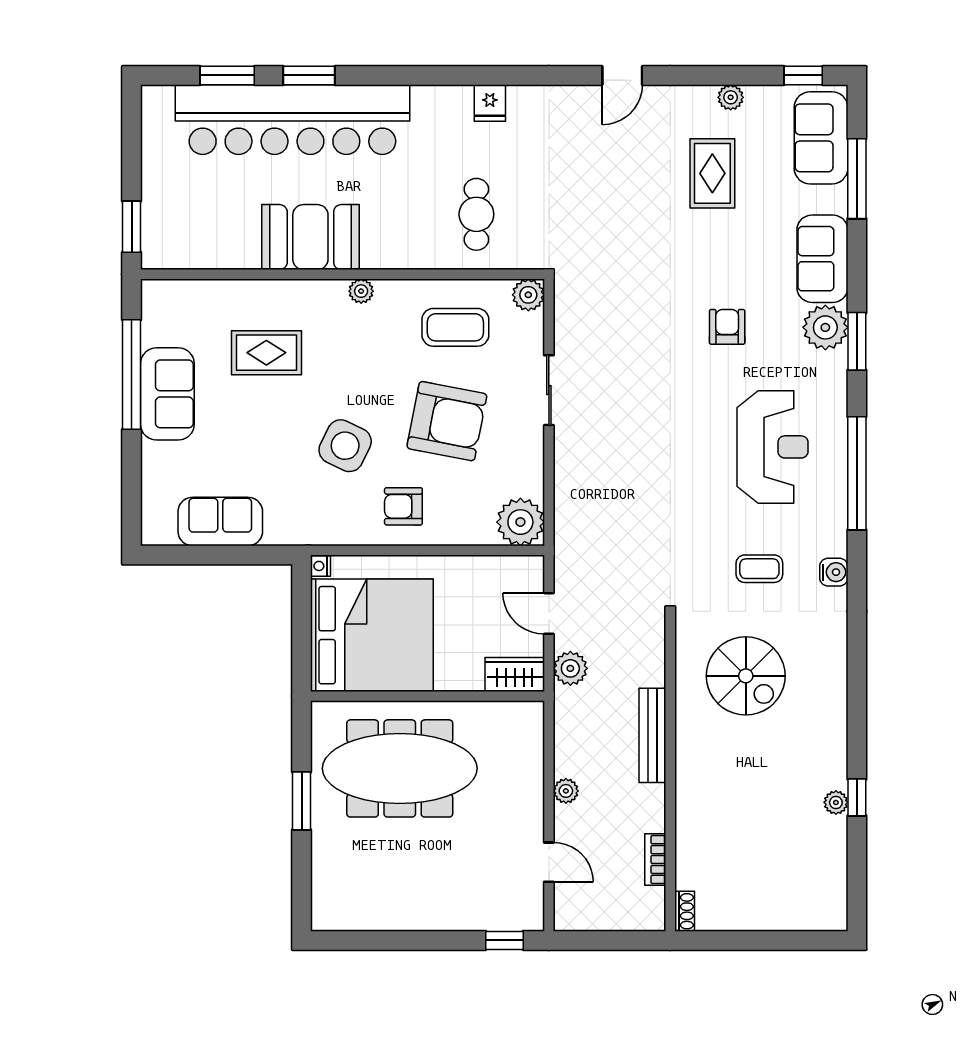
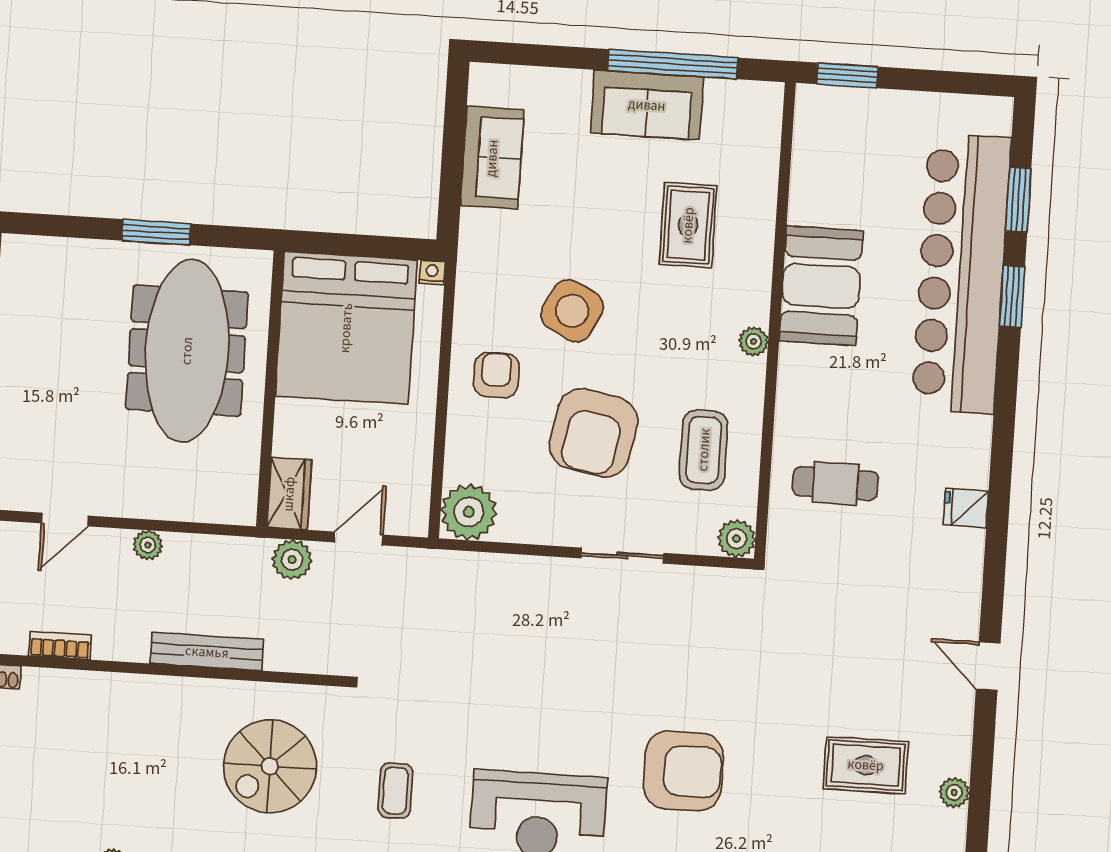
armchair: (727, 327) -> (683, 771), width x1.88, depth x1.88

